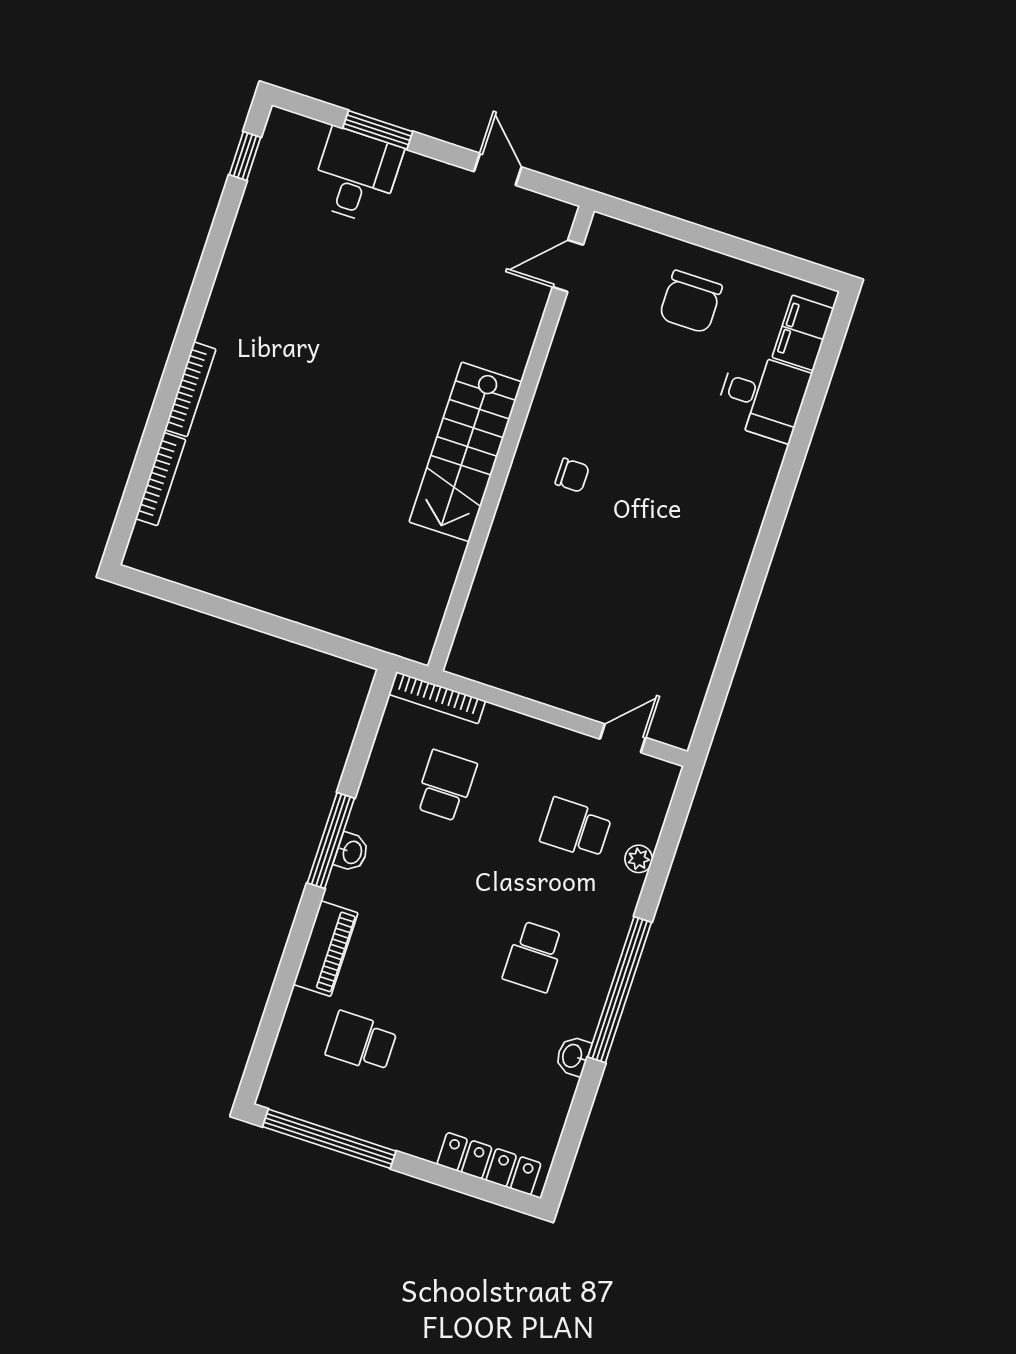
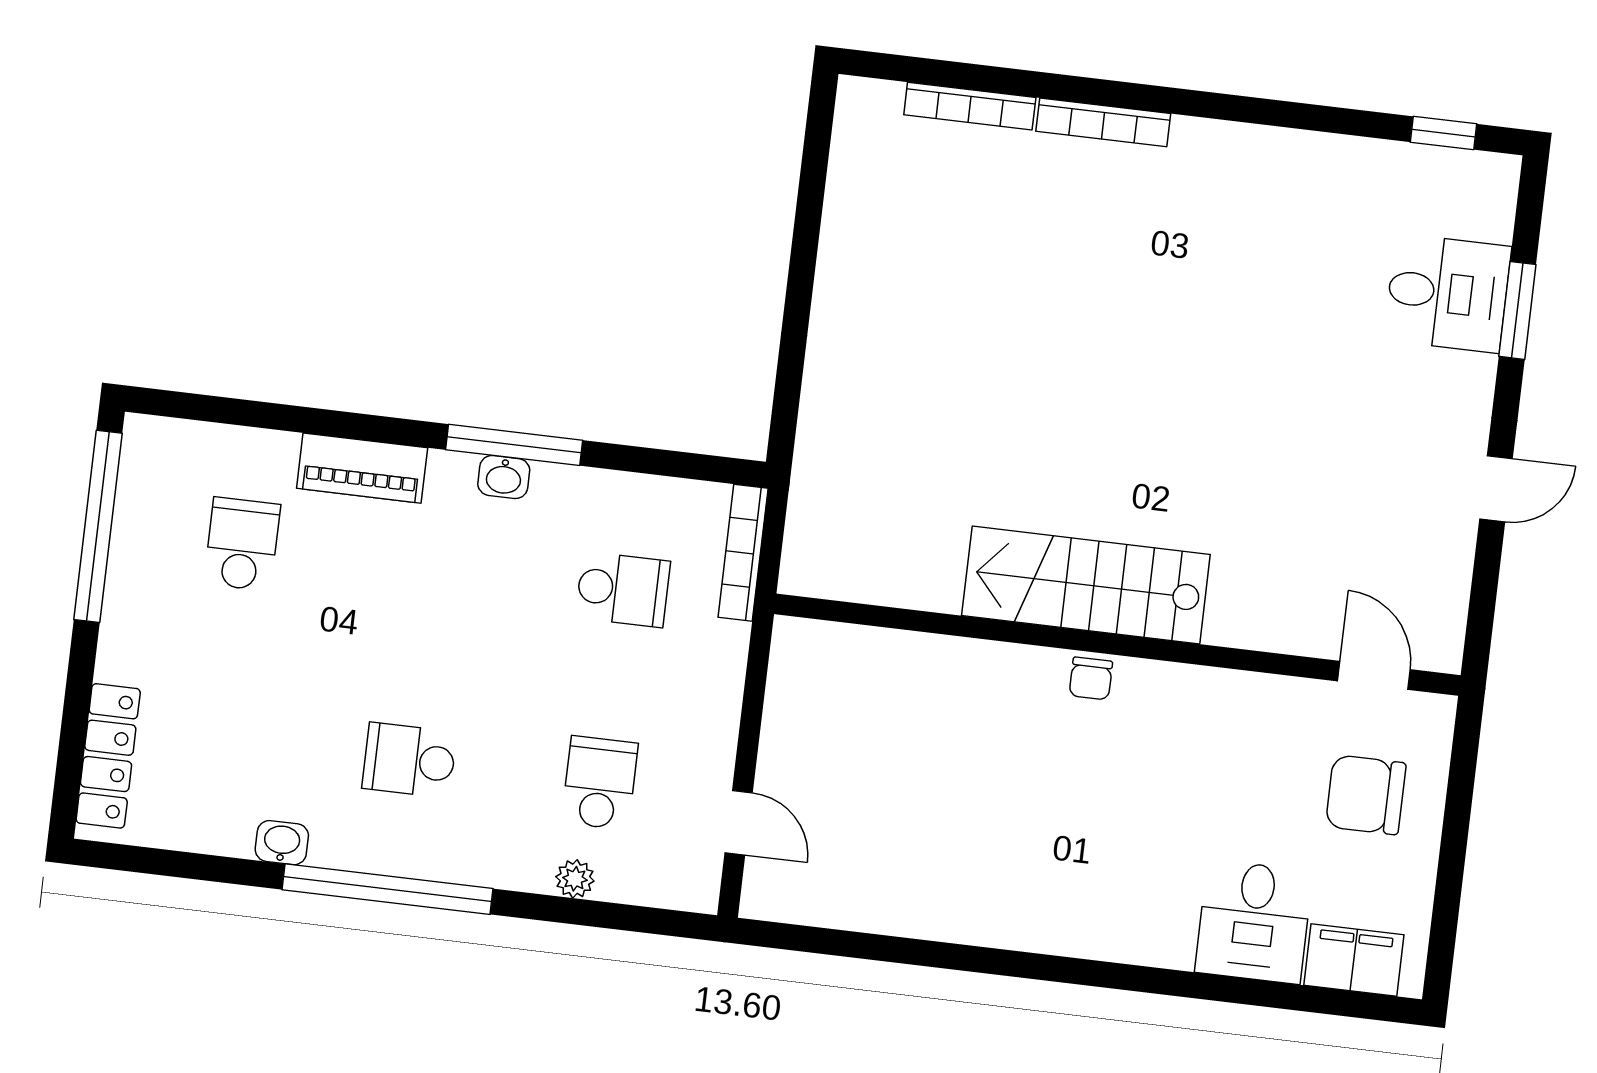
door: (568, 266) -> (1374, 675), moved
wall: (511, 439) -> (1117, 645), moved
stairs: (465, 452) -> (1086, 585), moved

